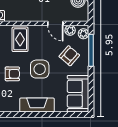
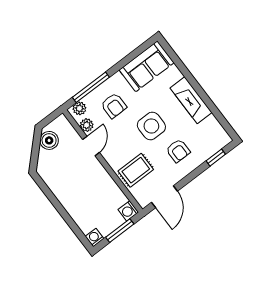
armchair: (69, 56) -> (114, 106), turned -131
armchair: (12, 74) -> (178, 151), turned 180

